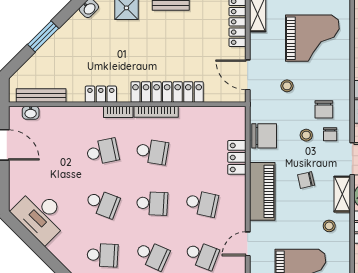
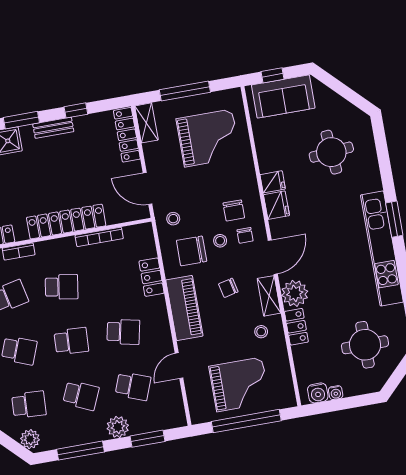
stool: (287, 86) -> (173, 219), moved
bookcase: (156, 112) -> (99, 237), moved
chair: (264, 136) -> (192, 251), moved, turned 180

